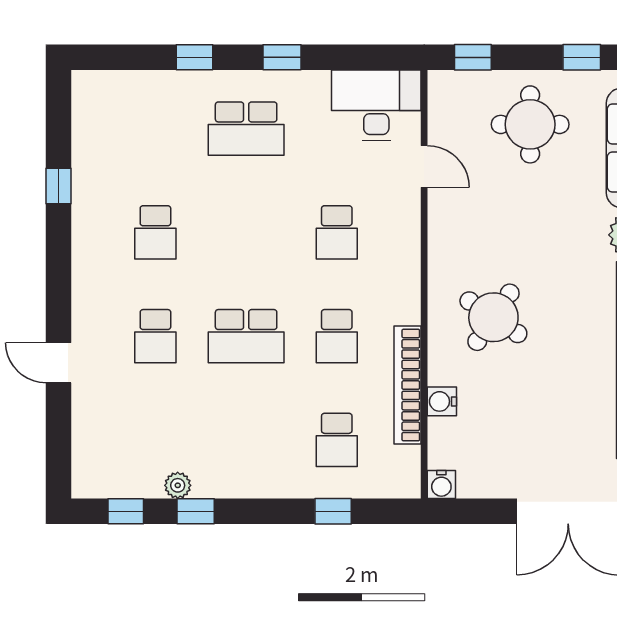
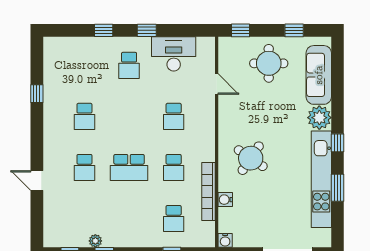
desk: (376, 105) -> (174, 54), moved
school desk: (246, 129) -> (129, 65), width x0.54

